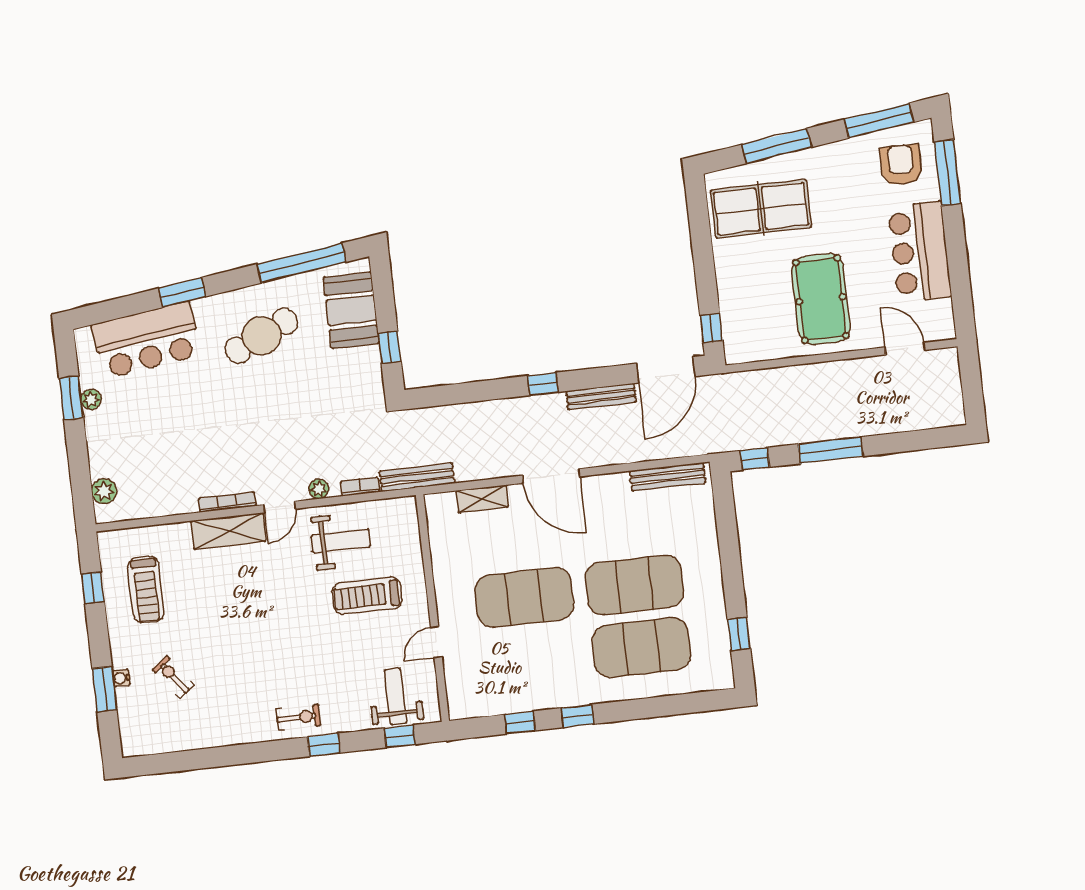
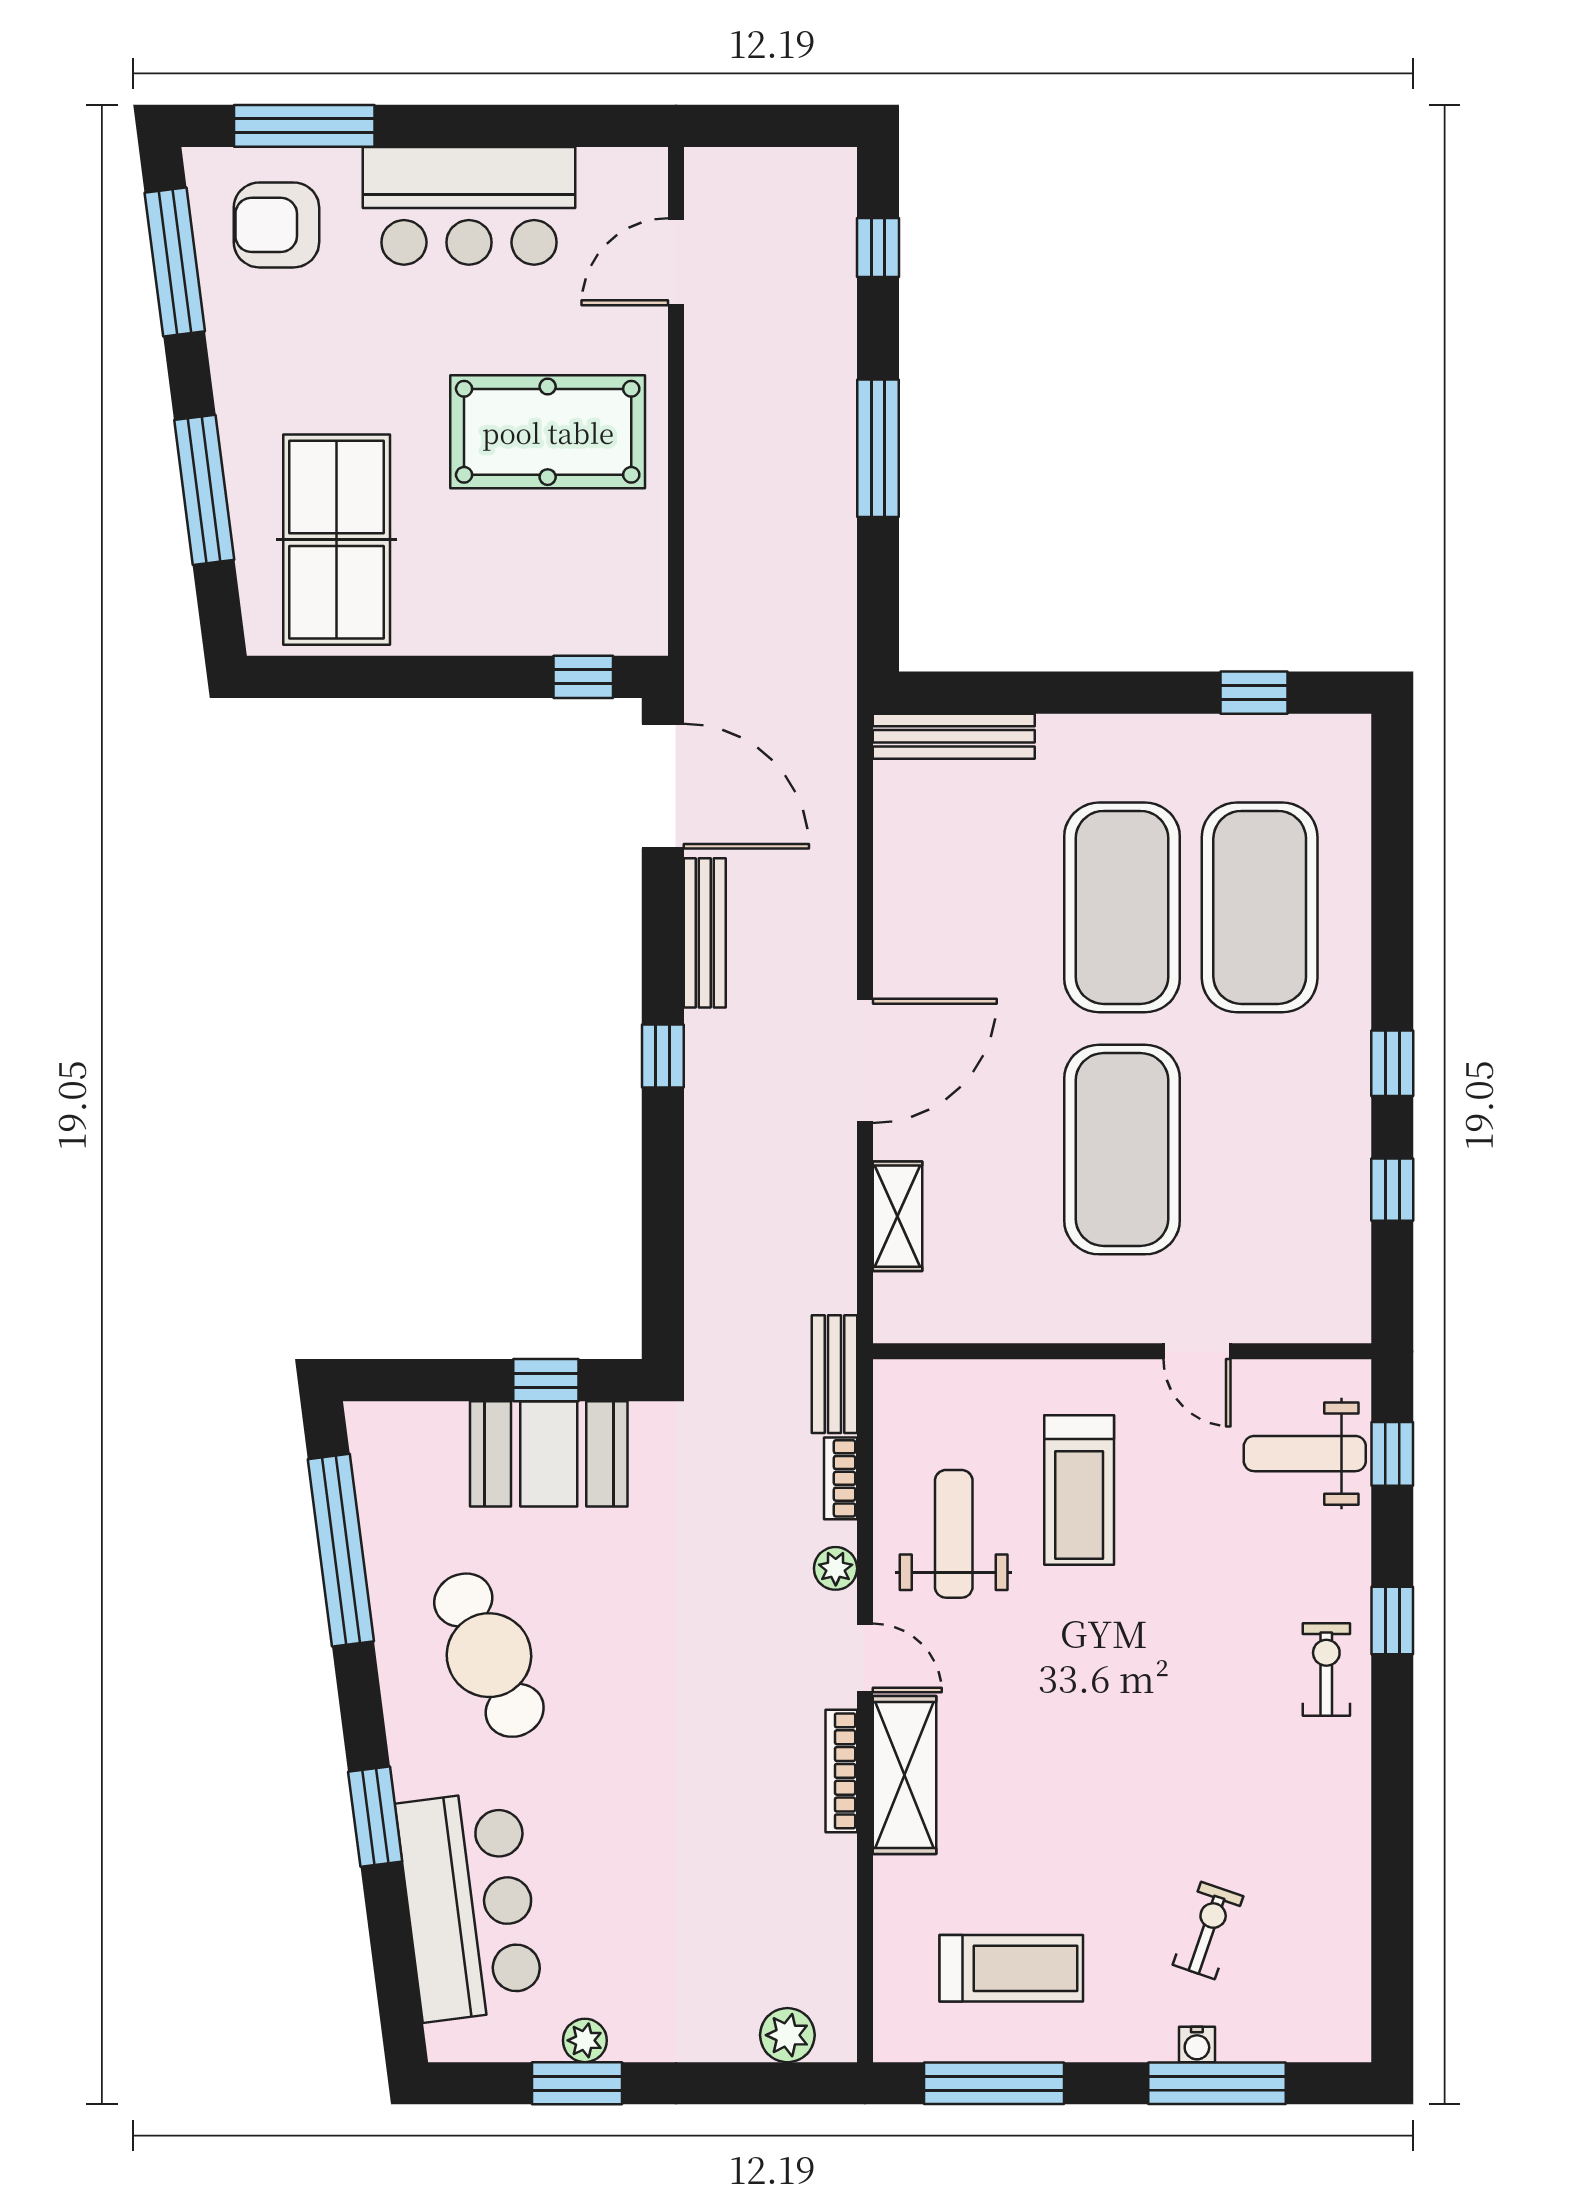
booth: (351, 310) -> (549, 1454), moved
window: (755, 459) -> (878, 247), moved
bench: (417, 477) -> (834, 1374), width x0.73
bench: (668, 477) -> (954, 736), moved, turned 90
window: (93, 588) -> (994, 2083), width x2.17
exercise bike: (173, 677) -> (1208, 1931), turned 146
window: (104, 689) -> (1217, 2083), width x1.44

